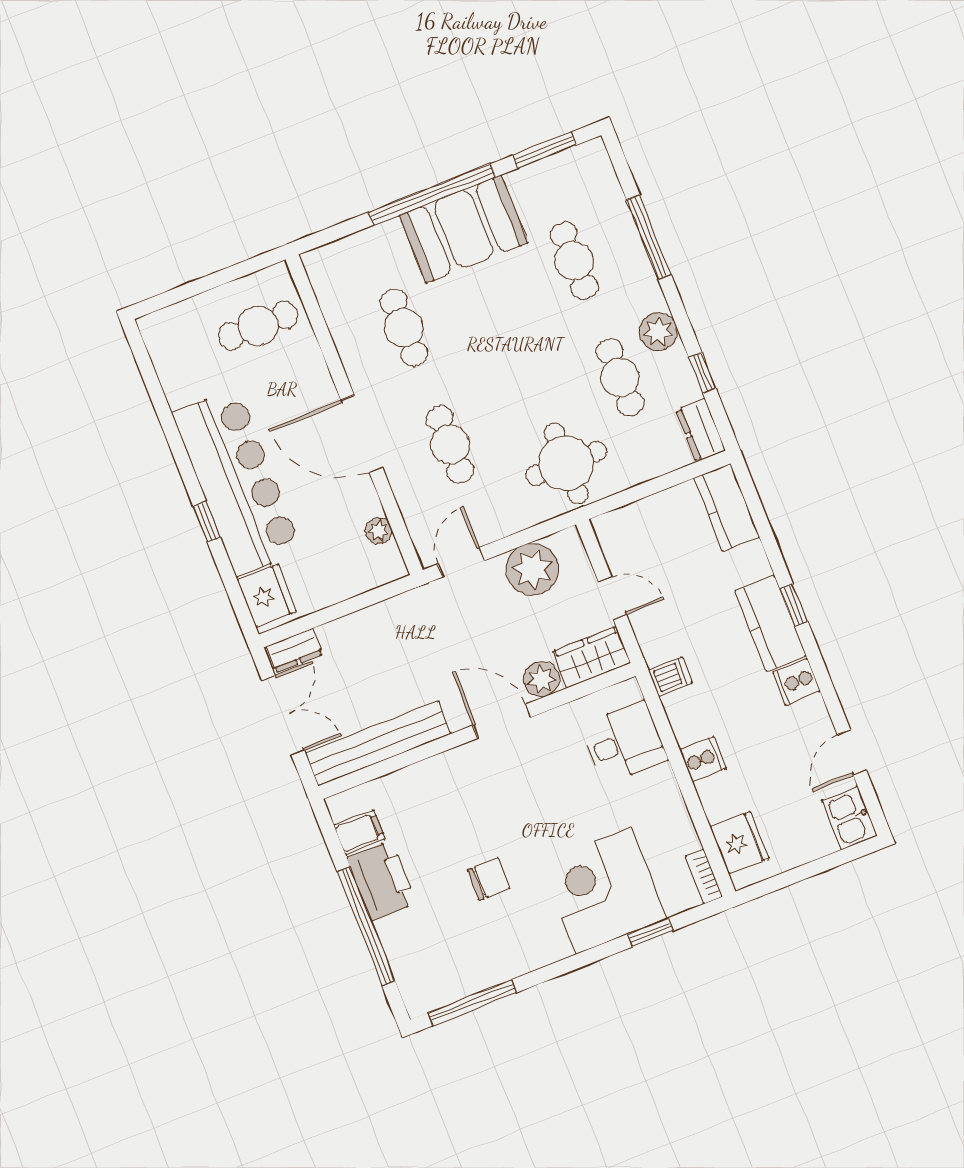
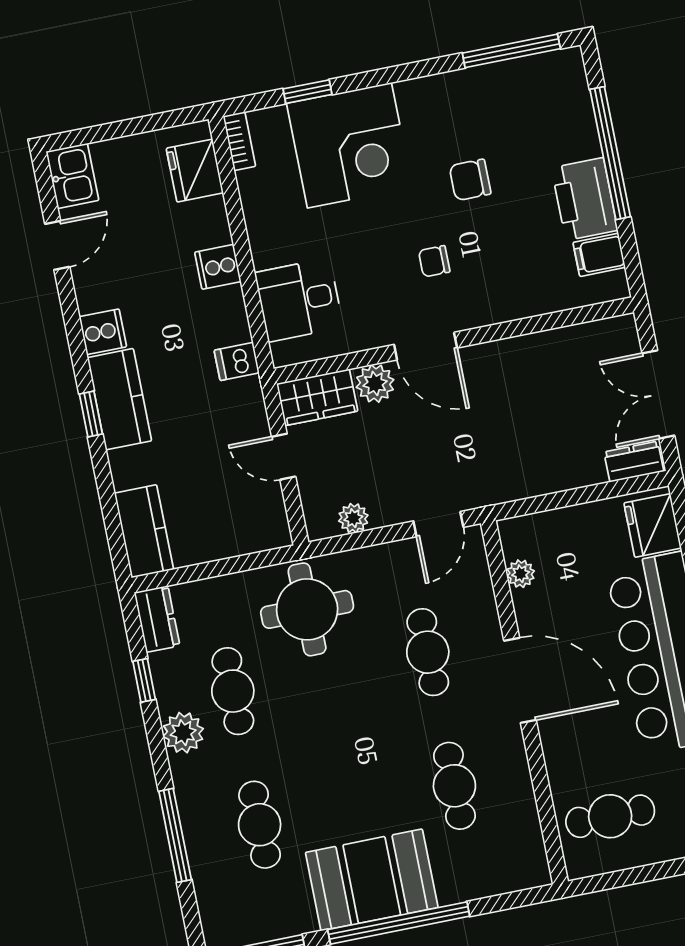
plant: (532, 569) -> (353, 518), width x0.53, depth x0.53
bench: (378, 743) -> (562, 346), removed
chair: (508, 800) -> (434, 261), added

